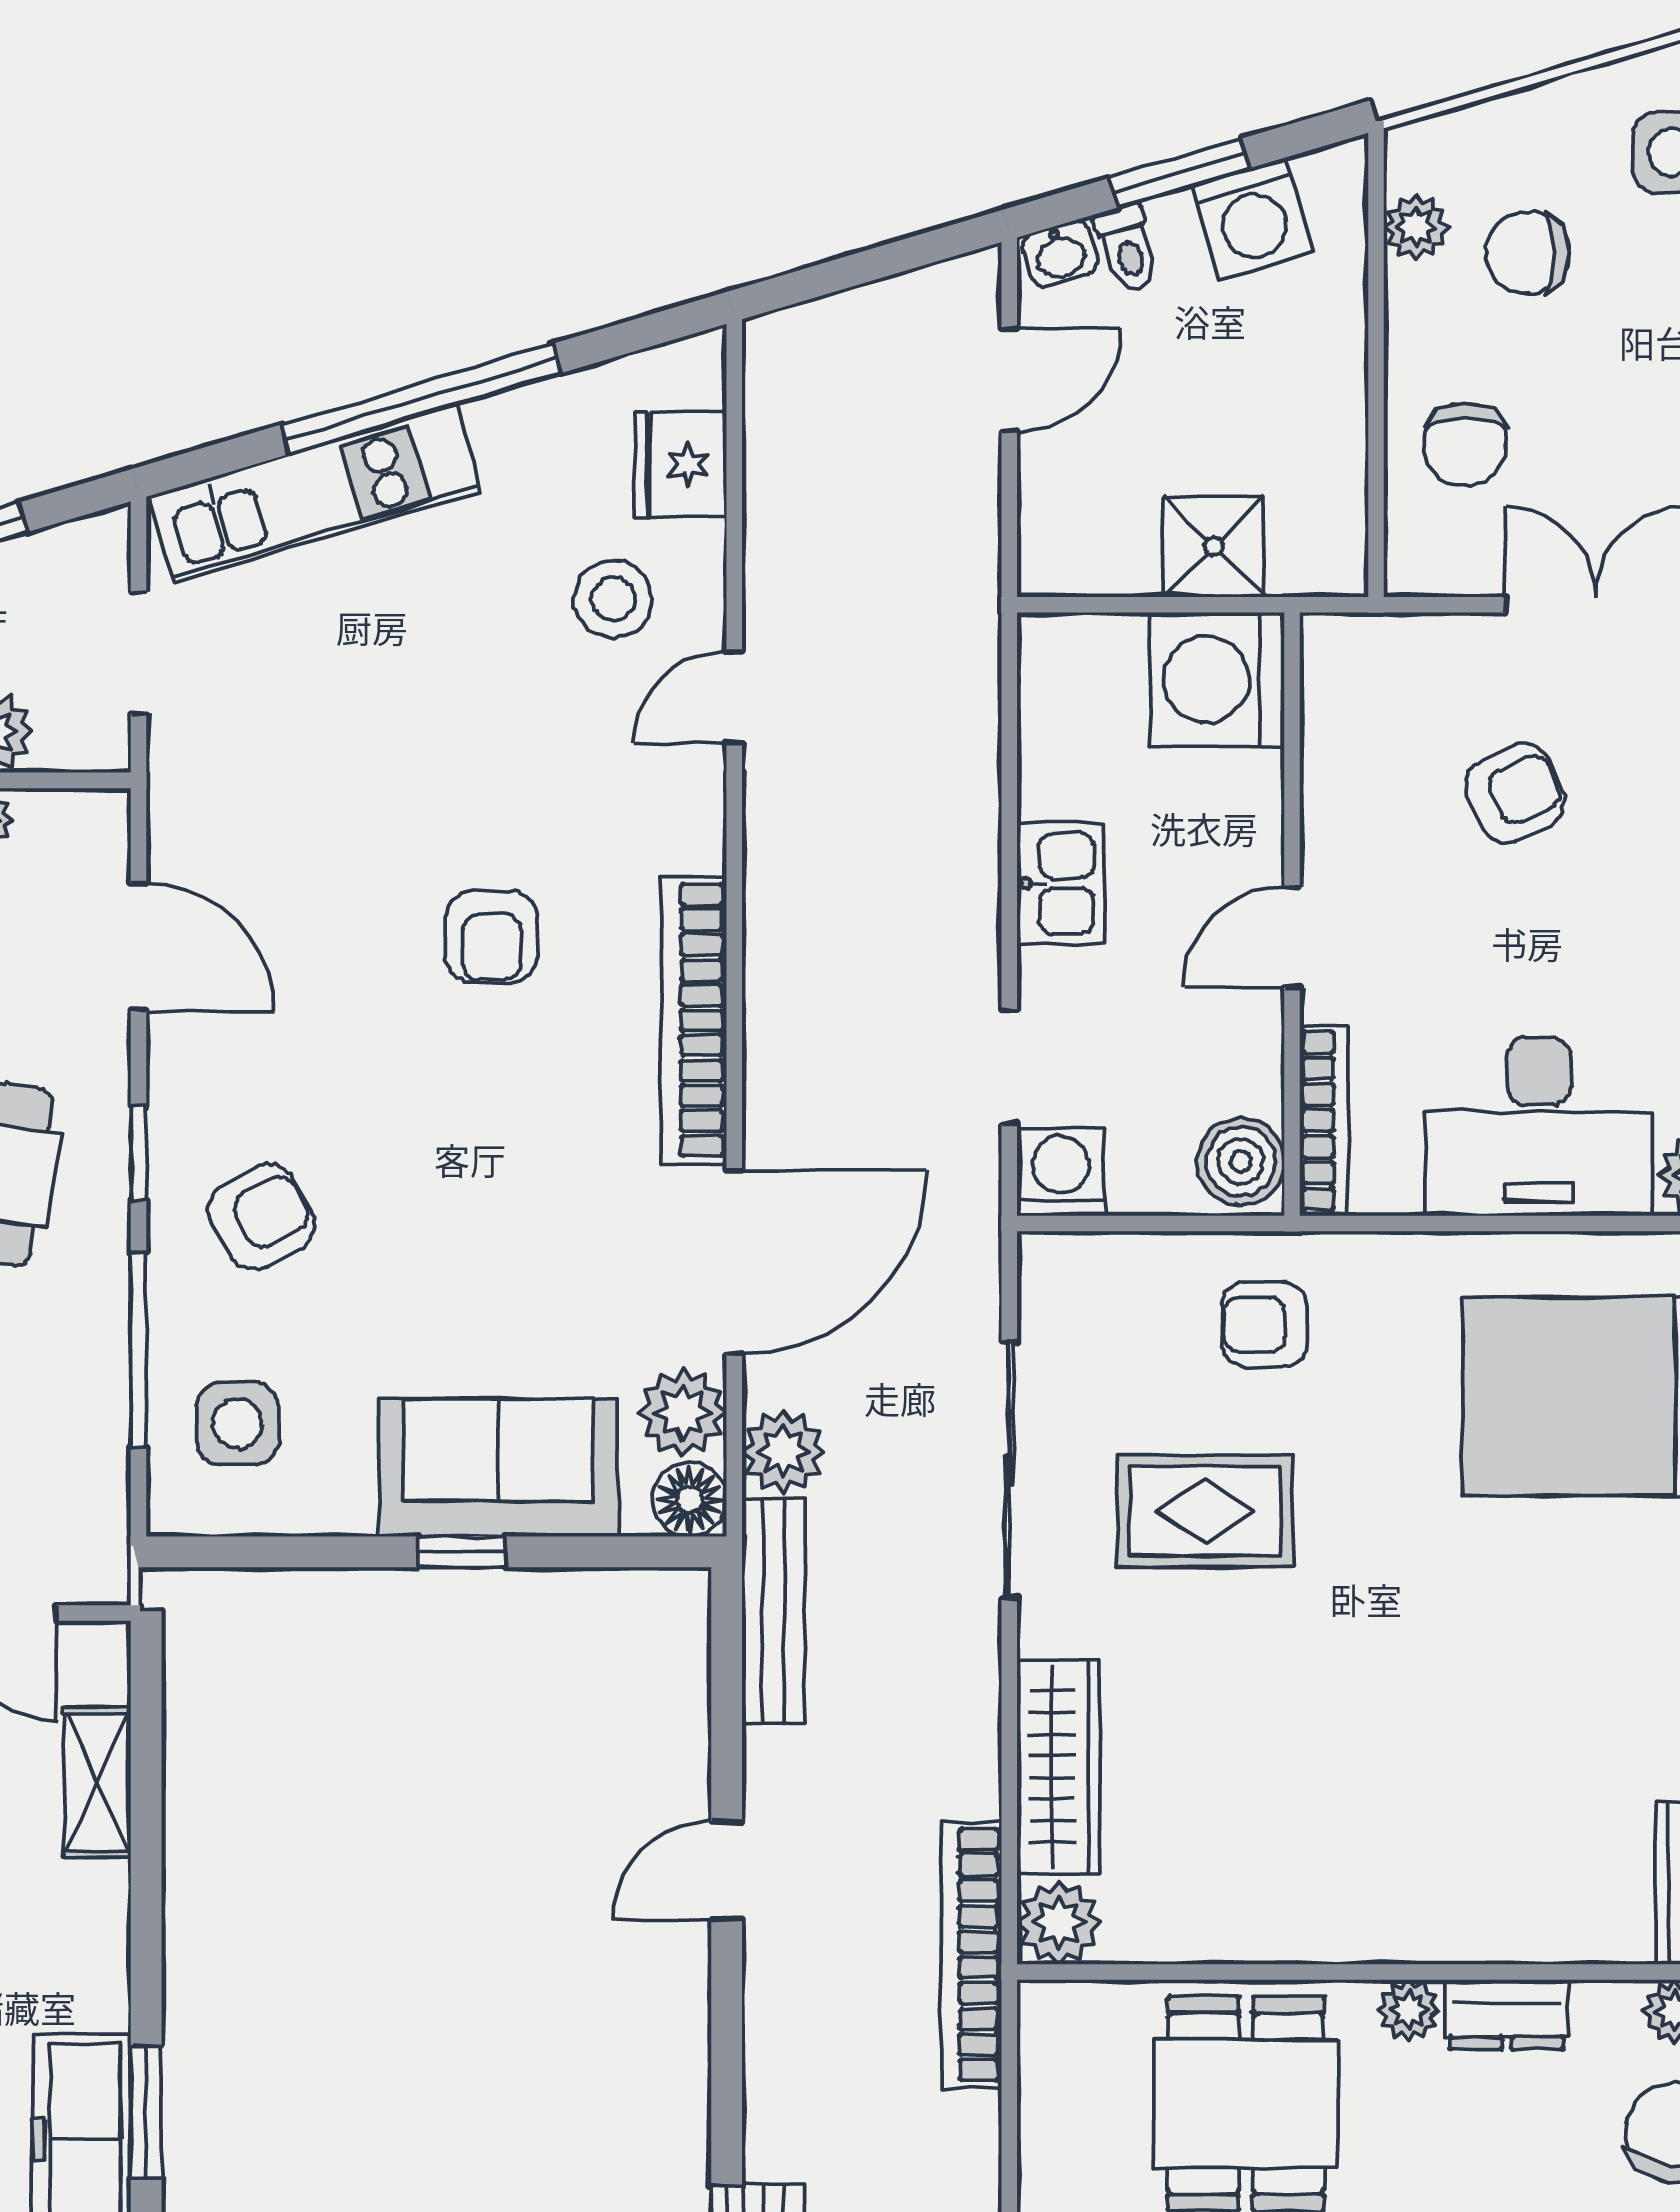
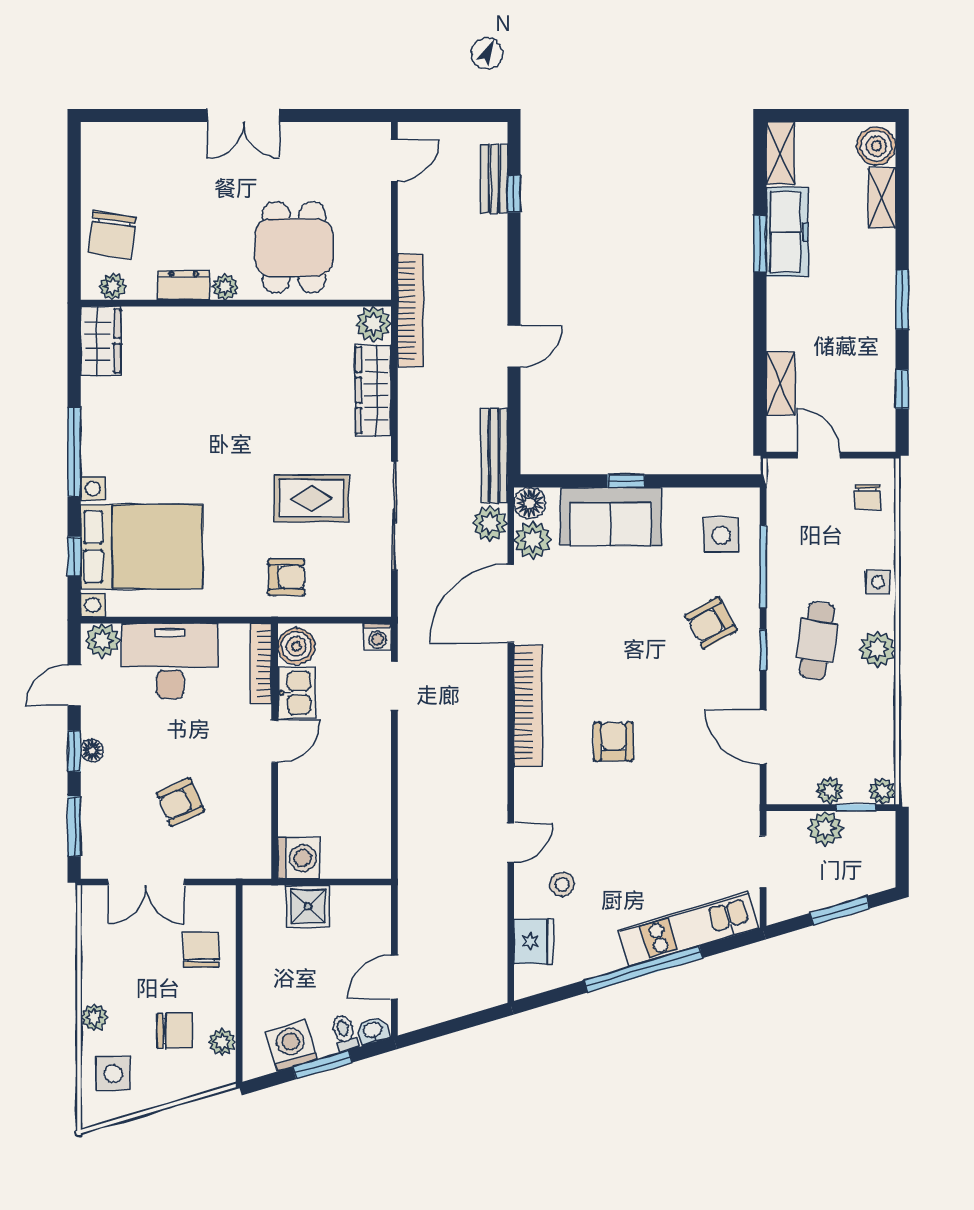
stool: (613, 599) -> (562, 884), width x0.73, depth x0.73
washing machine: (1217, 680) -> (299, 858), width x0.73, depth x0.73
kitchen sink: (1061, 883) -> (296, 693), moved, turned 180
washing machine: (1061, 1172) -> (378, 637), width x0.73, depth x0.73

